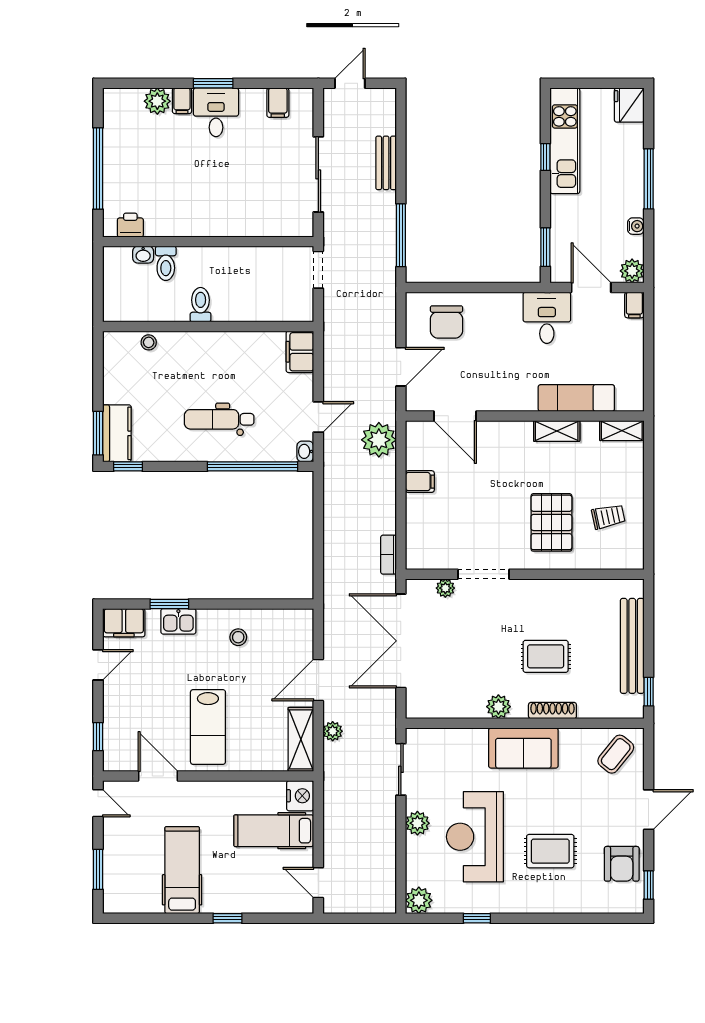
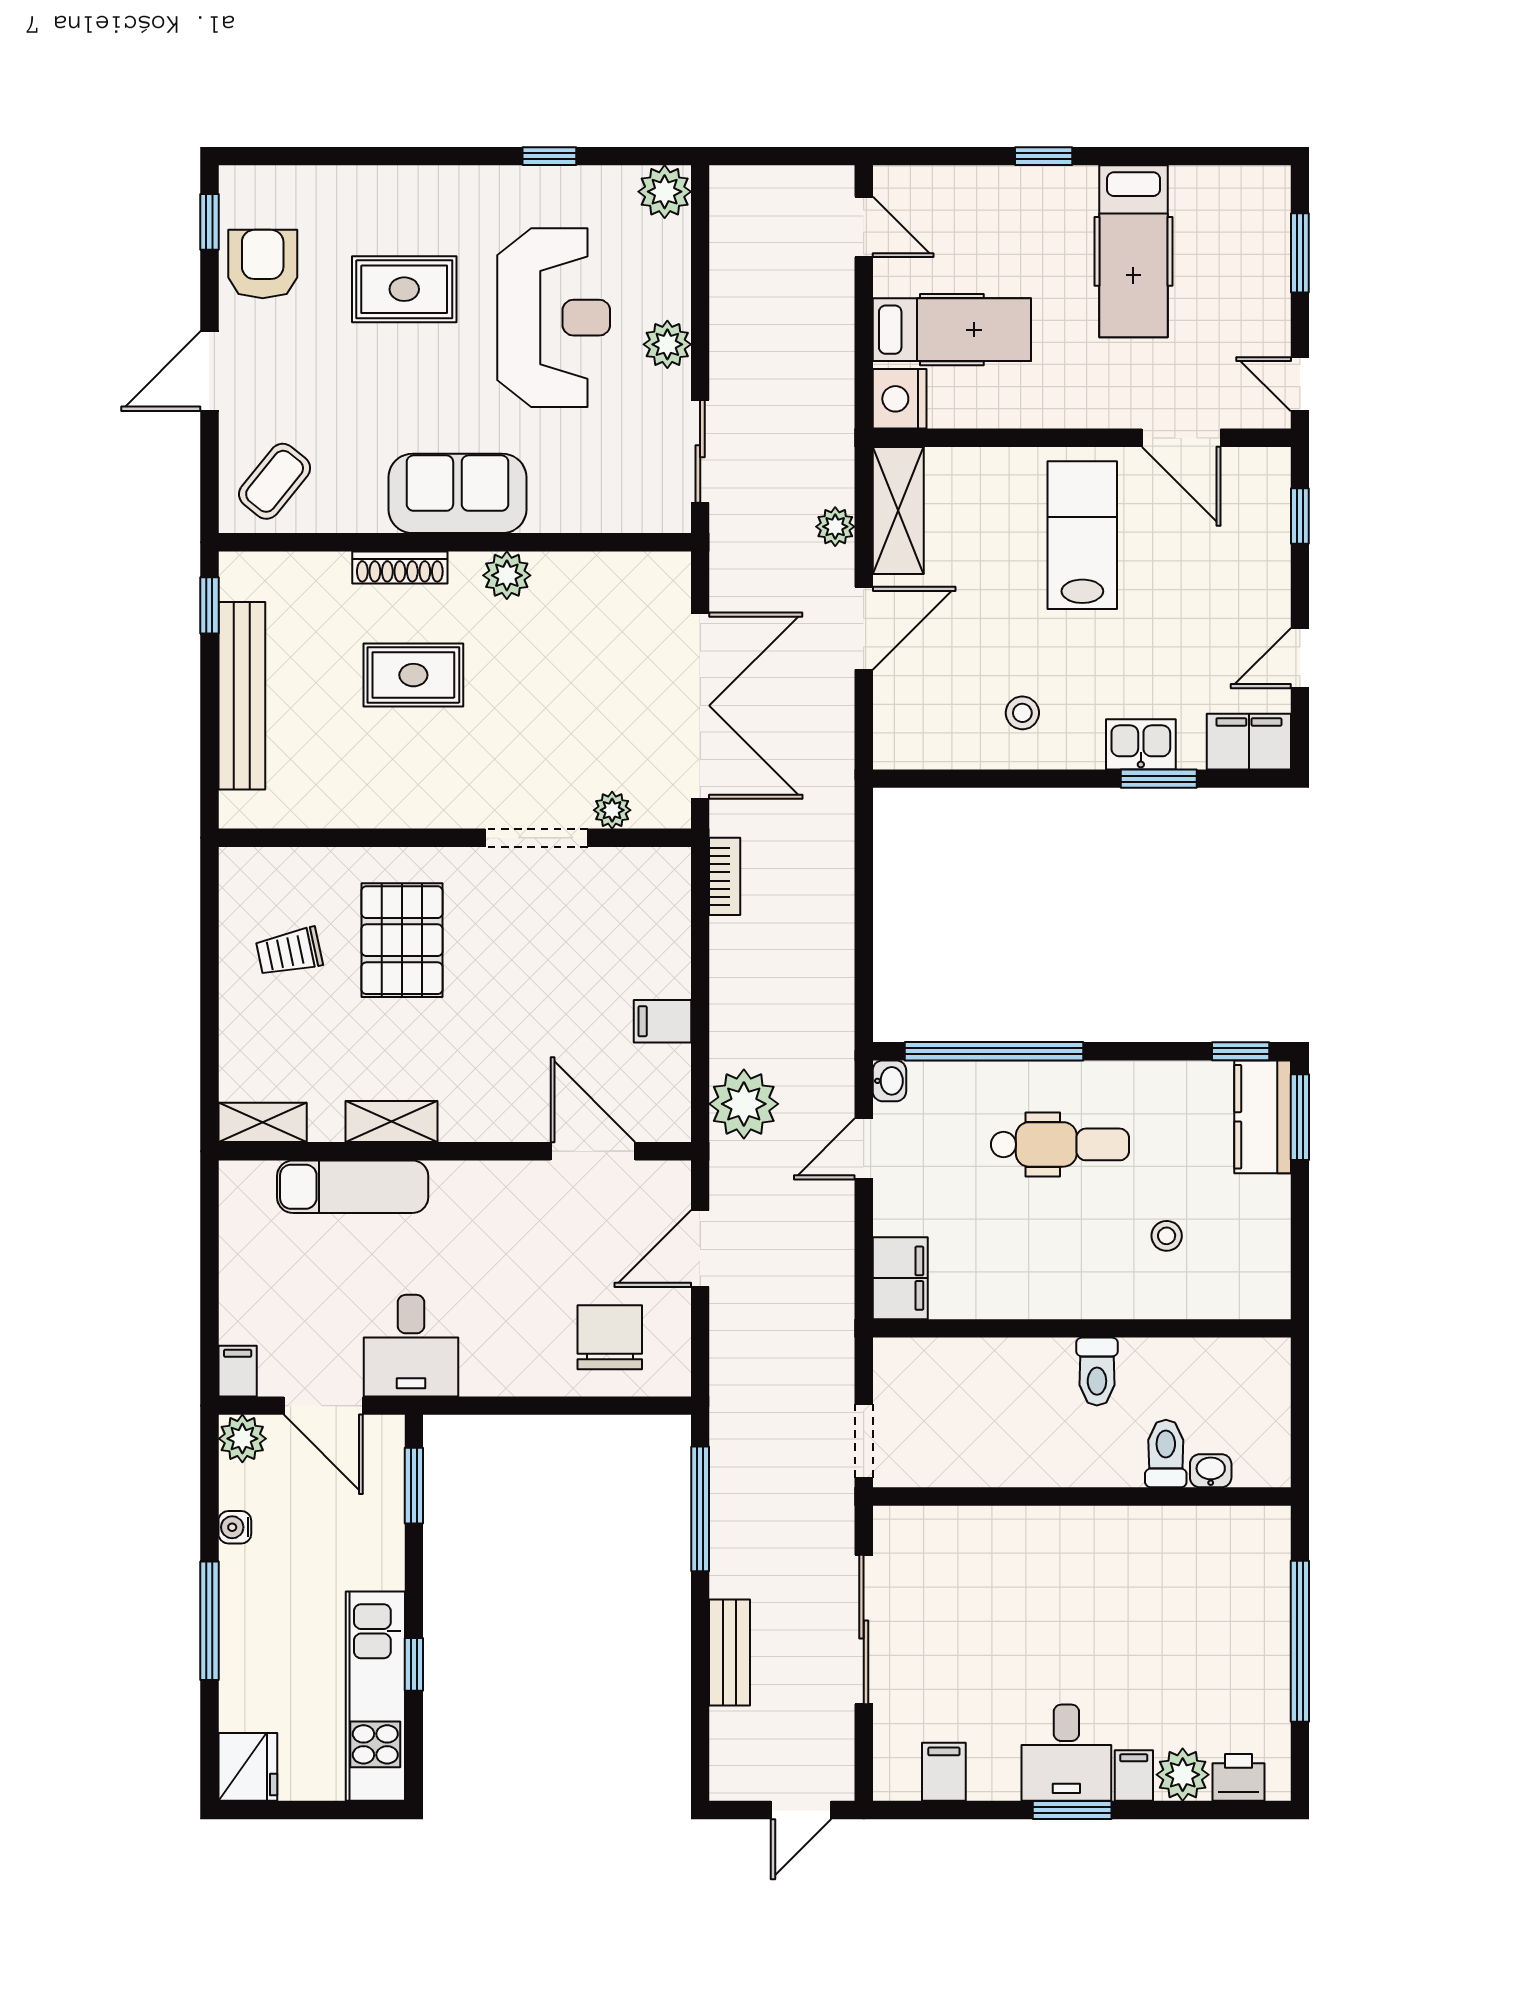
printer: (130, 225) -> (1238, 1777), moved, turned 180
stool: (149, 342) -> (1167, 1236), moved

